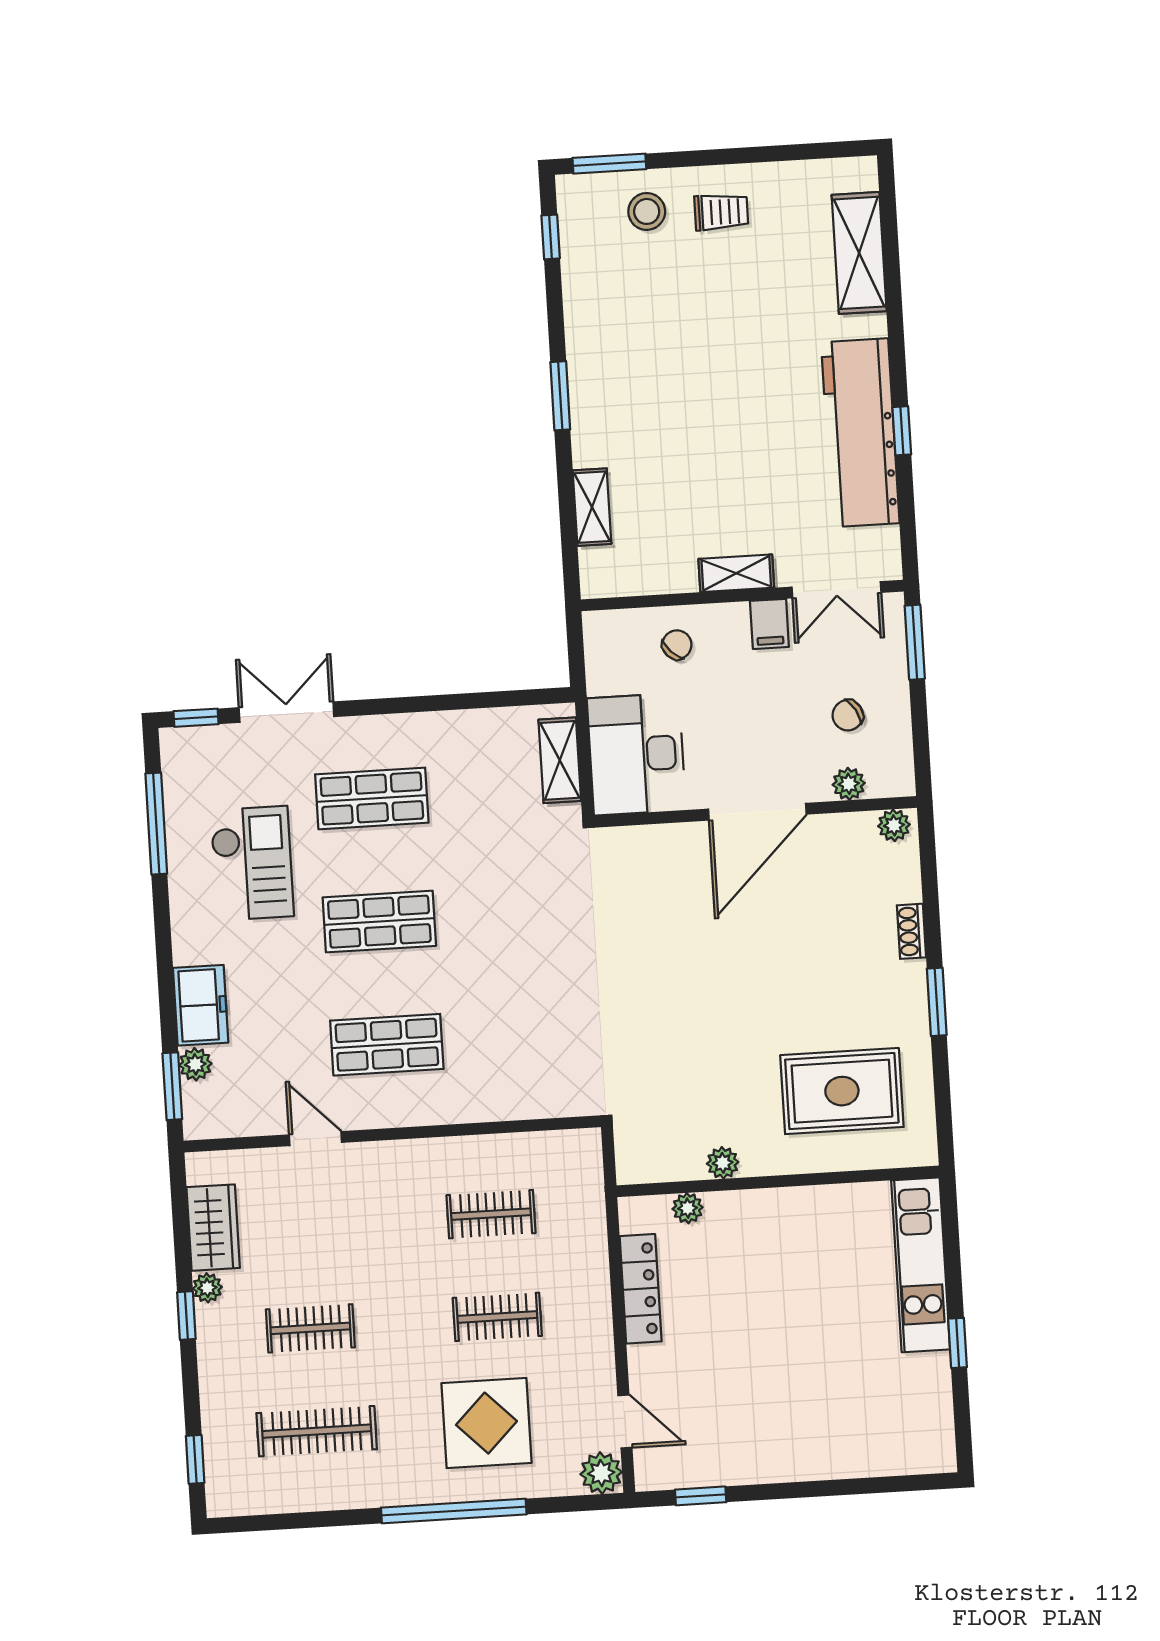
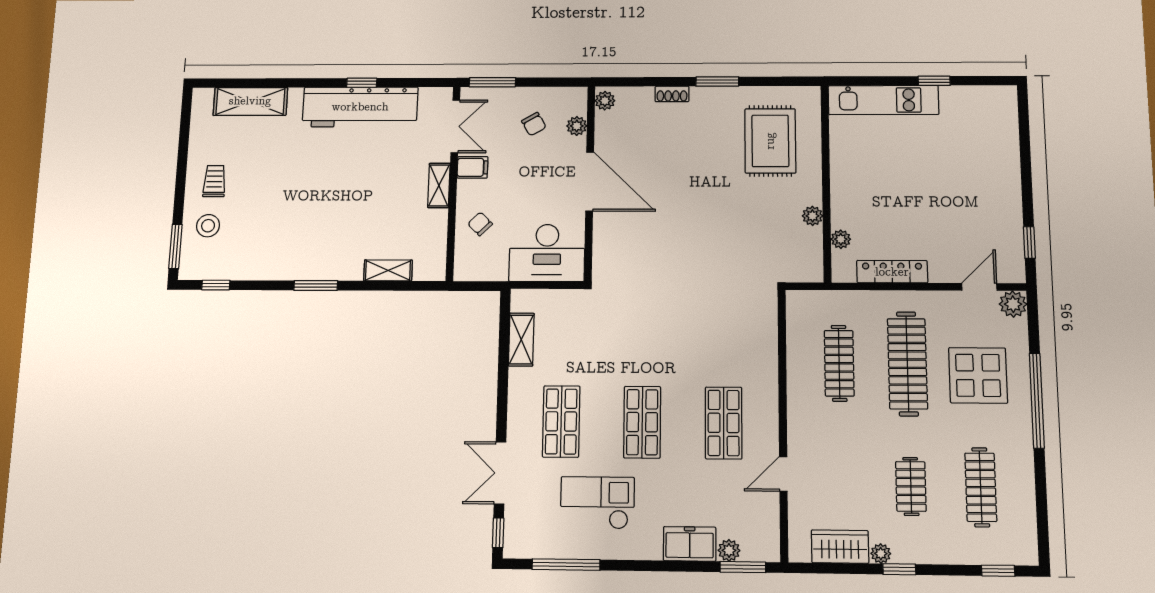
shelving: (560, 760) -> (521, 339), moved, turned 90
clothes rail: (491, 1214) -> (839, 363), width x1.36
clothes rail: (497, 1317) -> (907, 364), width x1.86, depth x1.31

